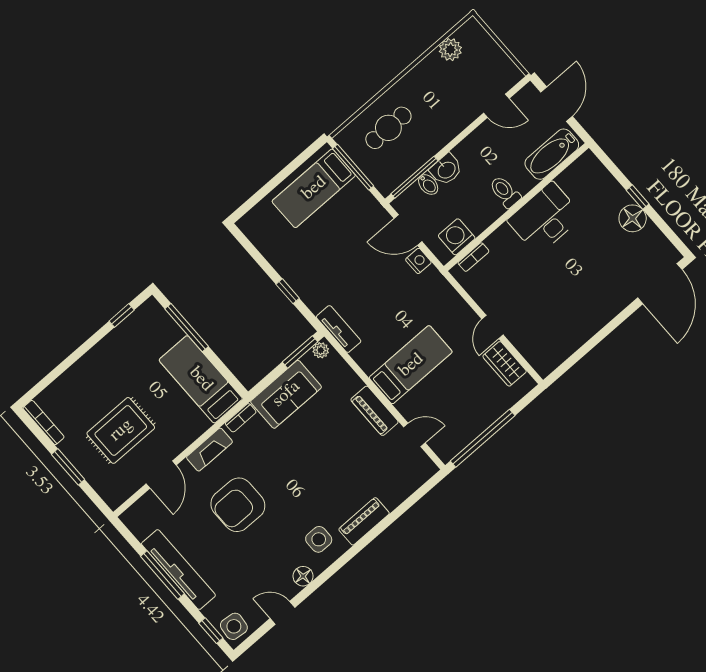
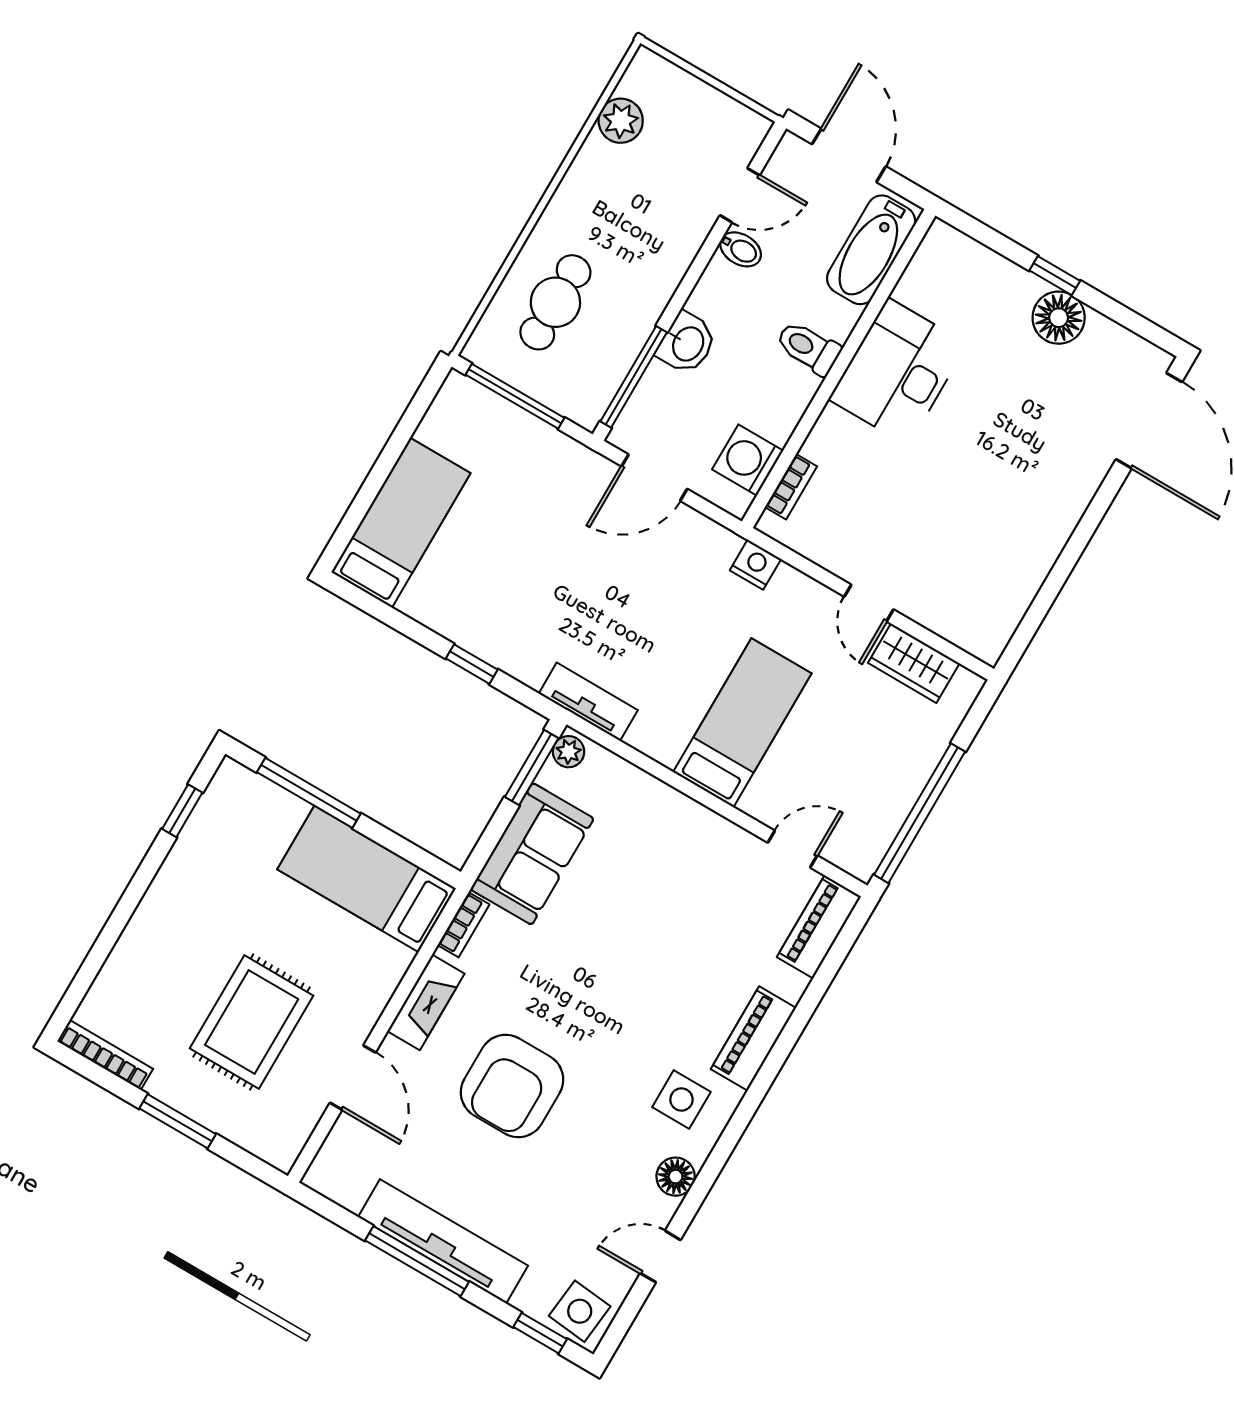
bidet: (428, 185) -> (741, 249), moved
bed: (314, 188) -> (401, 523), moved, turned 180
nightstand: (418, 261) -> (755, 565), moved
piano: (375, 411) -> (819, 927), moved, turned 90

